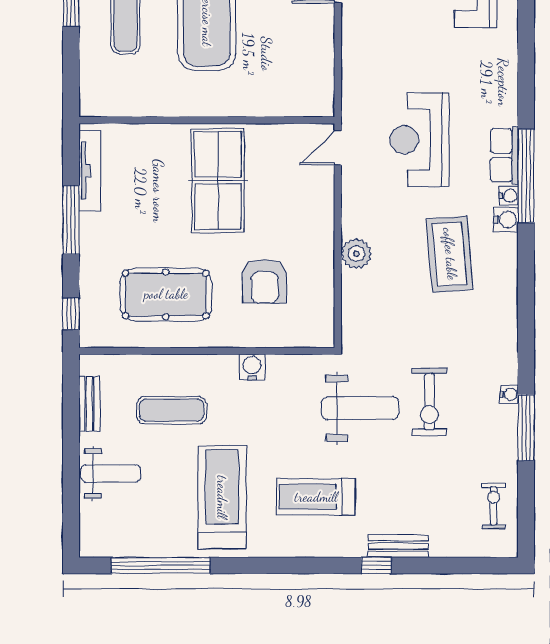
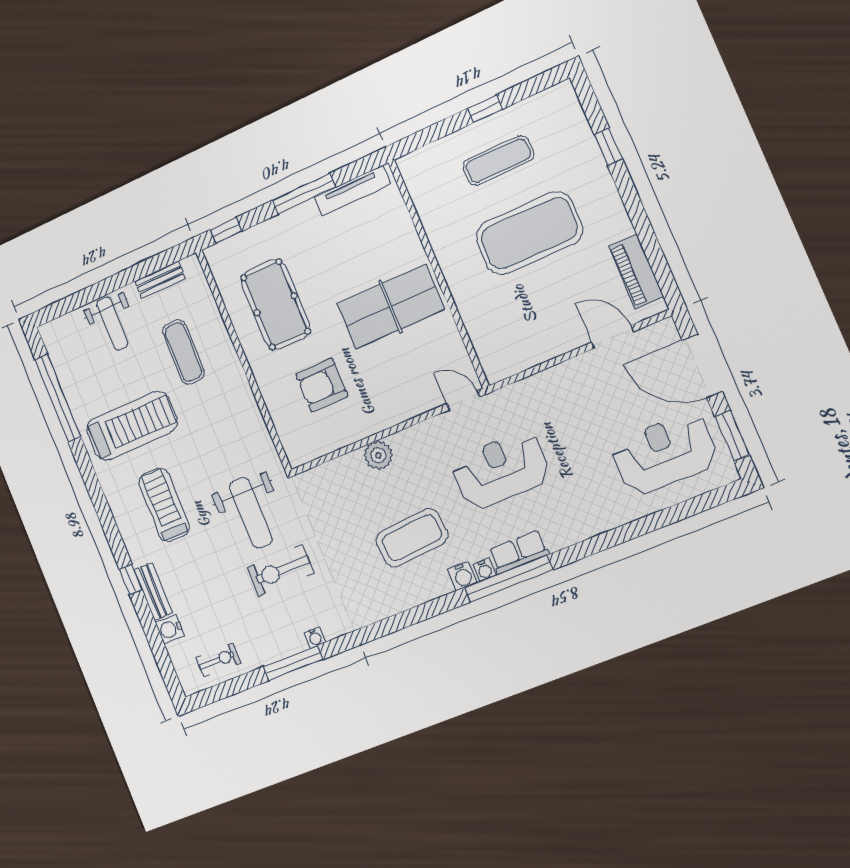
water cooler: (252, 367) -> (170, 629), moved, turned 180

